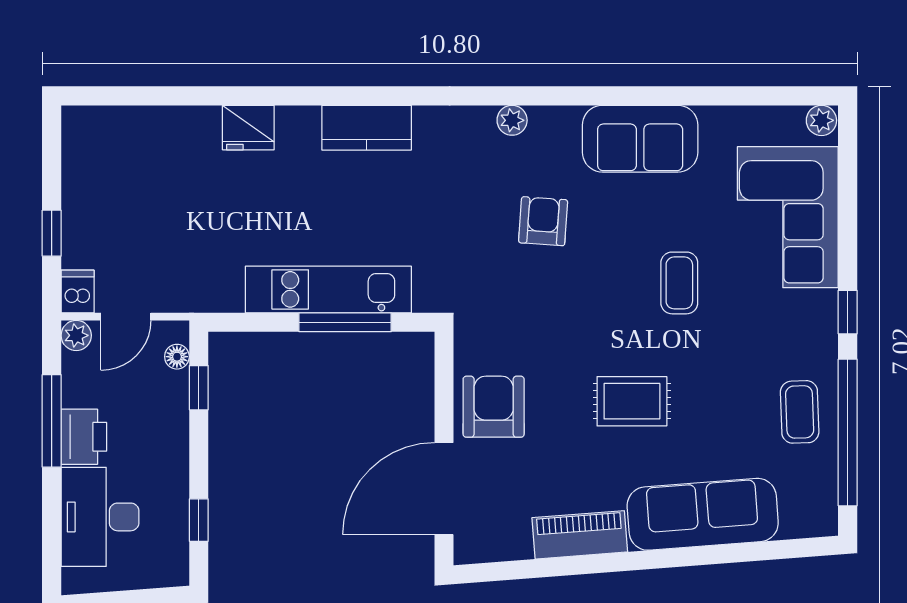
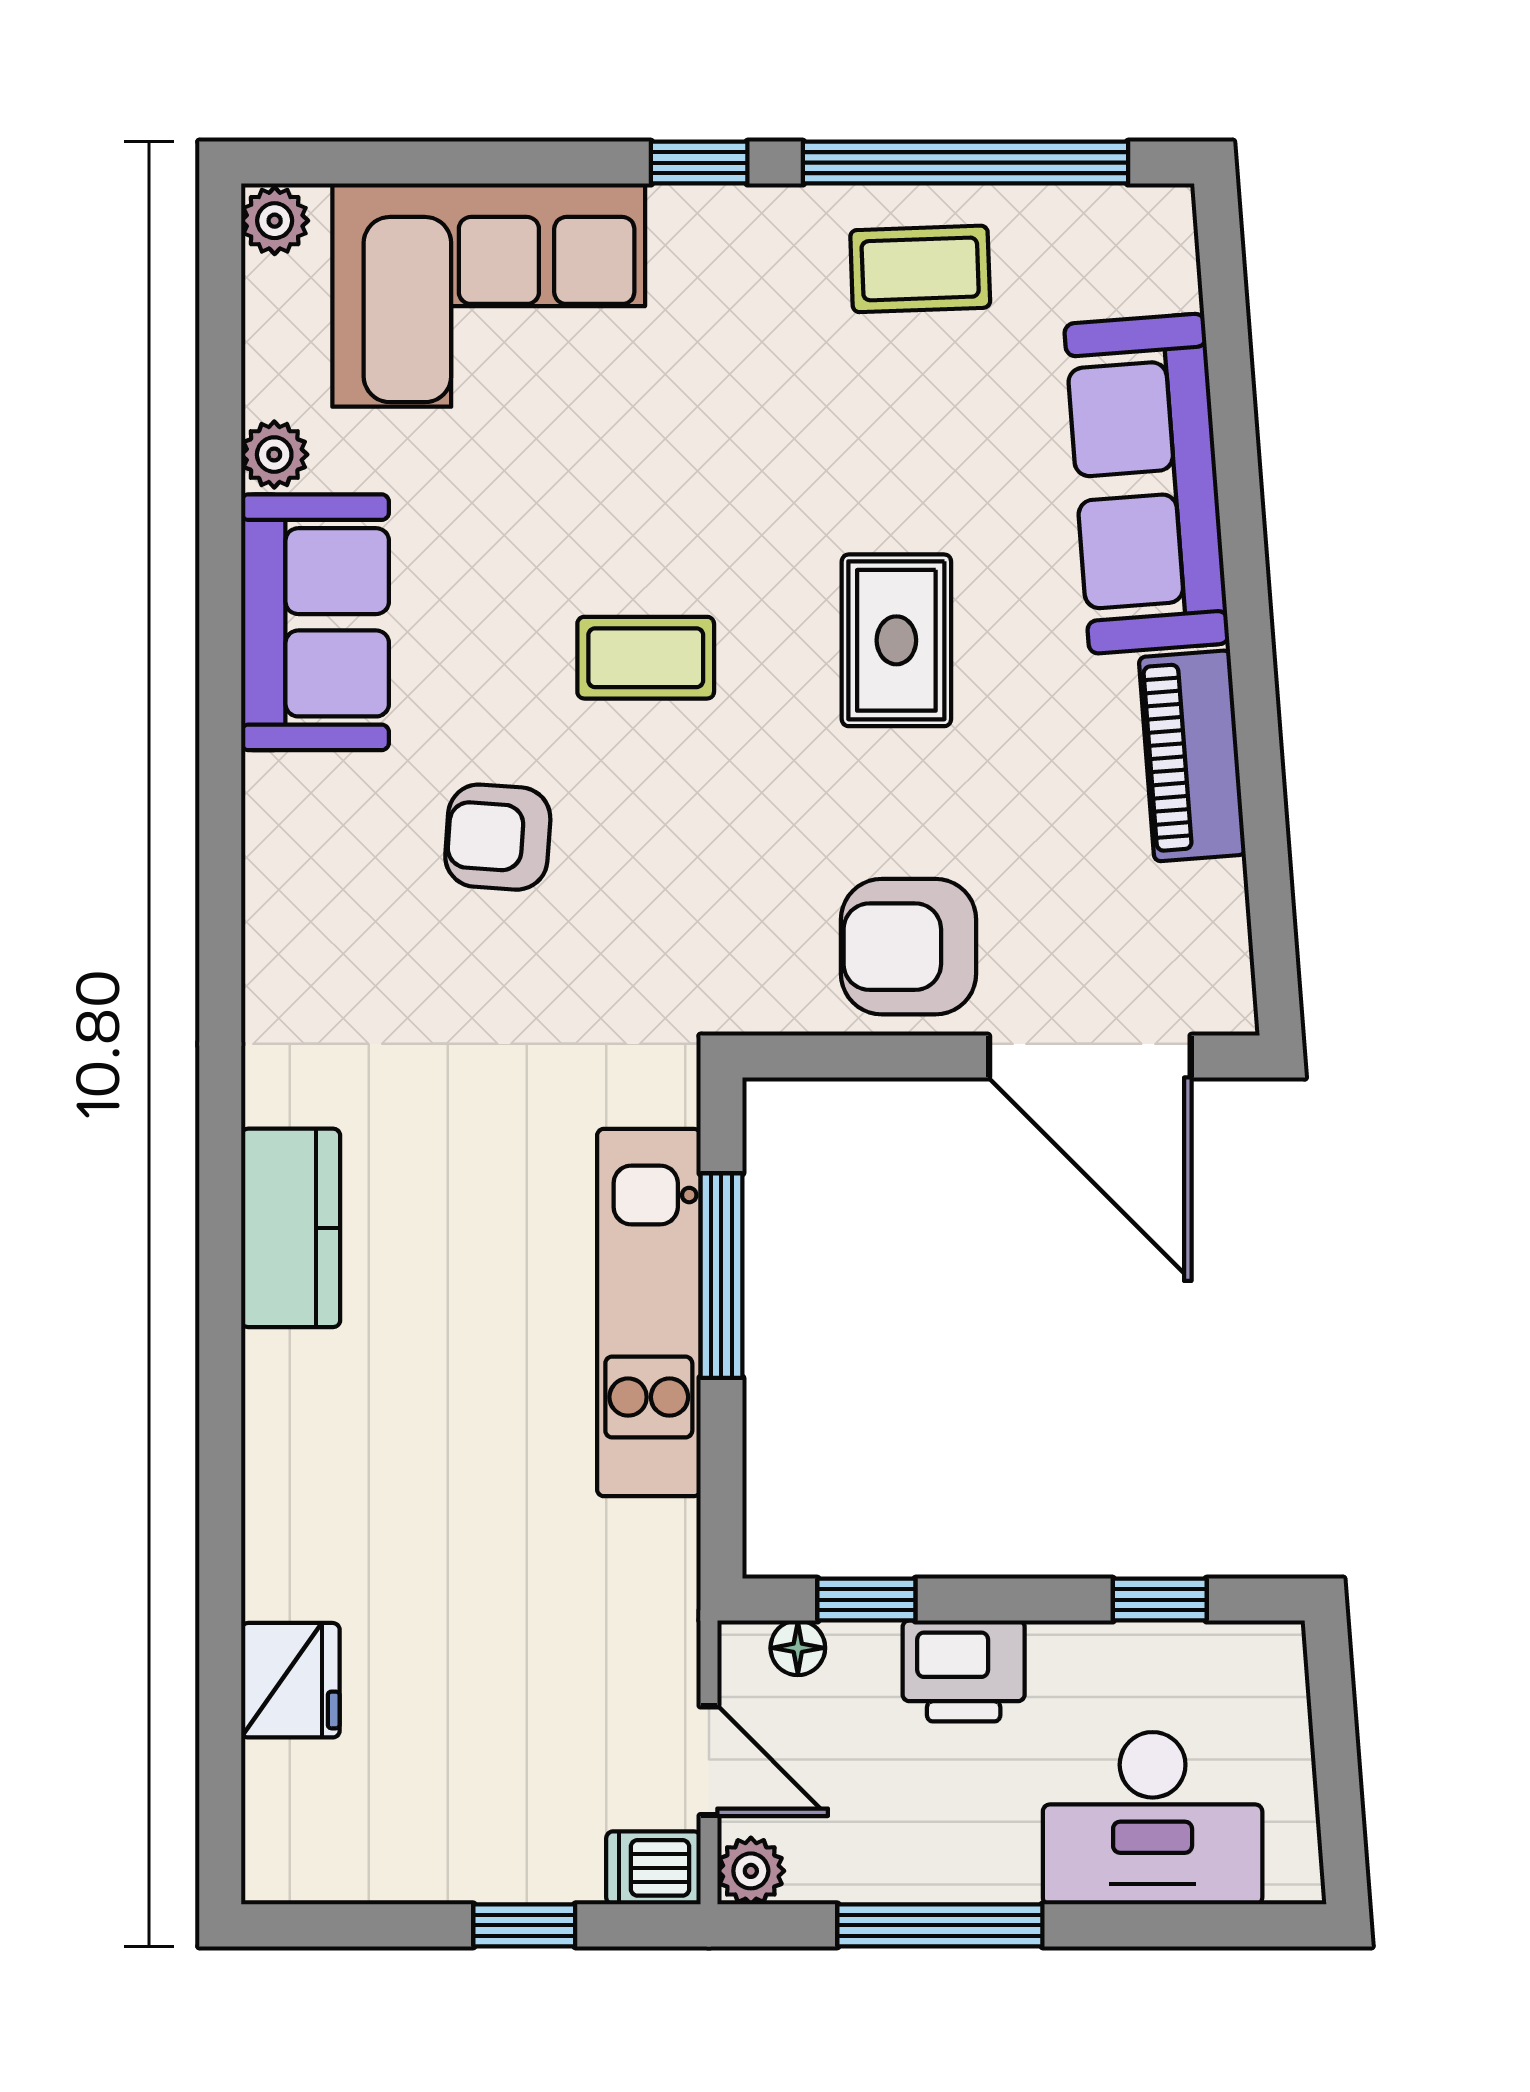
plant: (512, 120) -> (274, 455), moved
fridge: (248, 128) -> (290, 1680), moved
coffee table: (679, 283) -> (646, 658), moved
printer: (84, 437) -> (964, 1671), moved, turned 180

